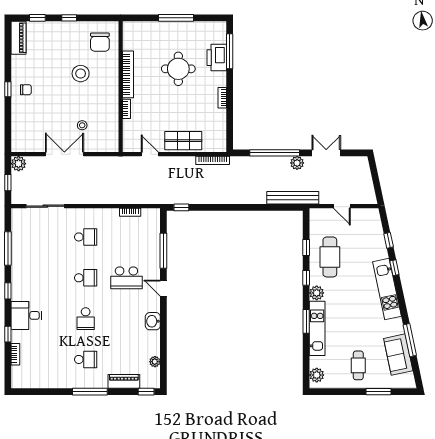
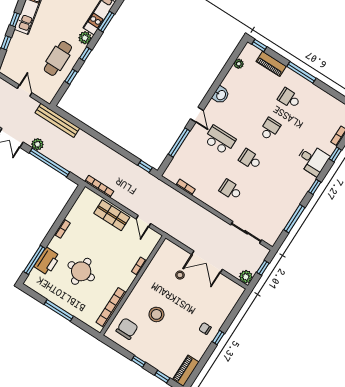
bookcase: (128, 74) -> (111, 307), moved

